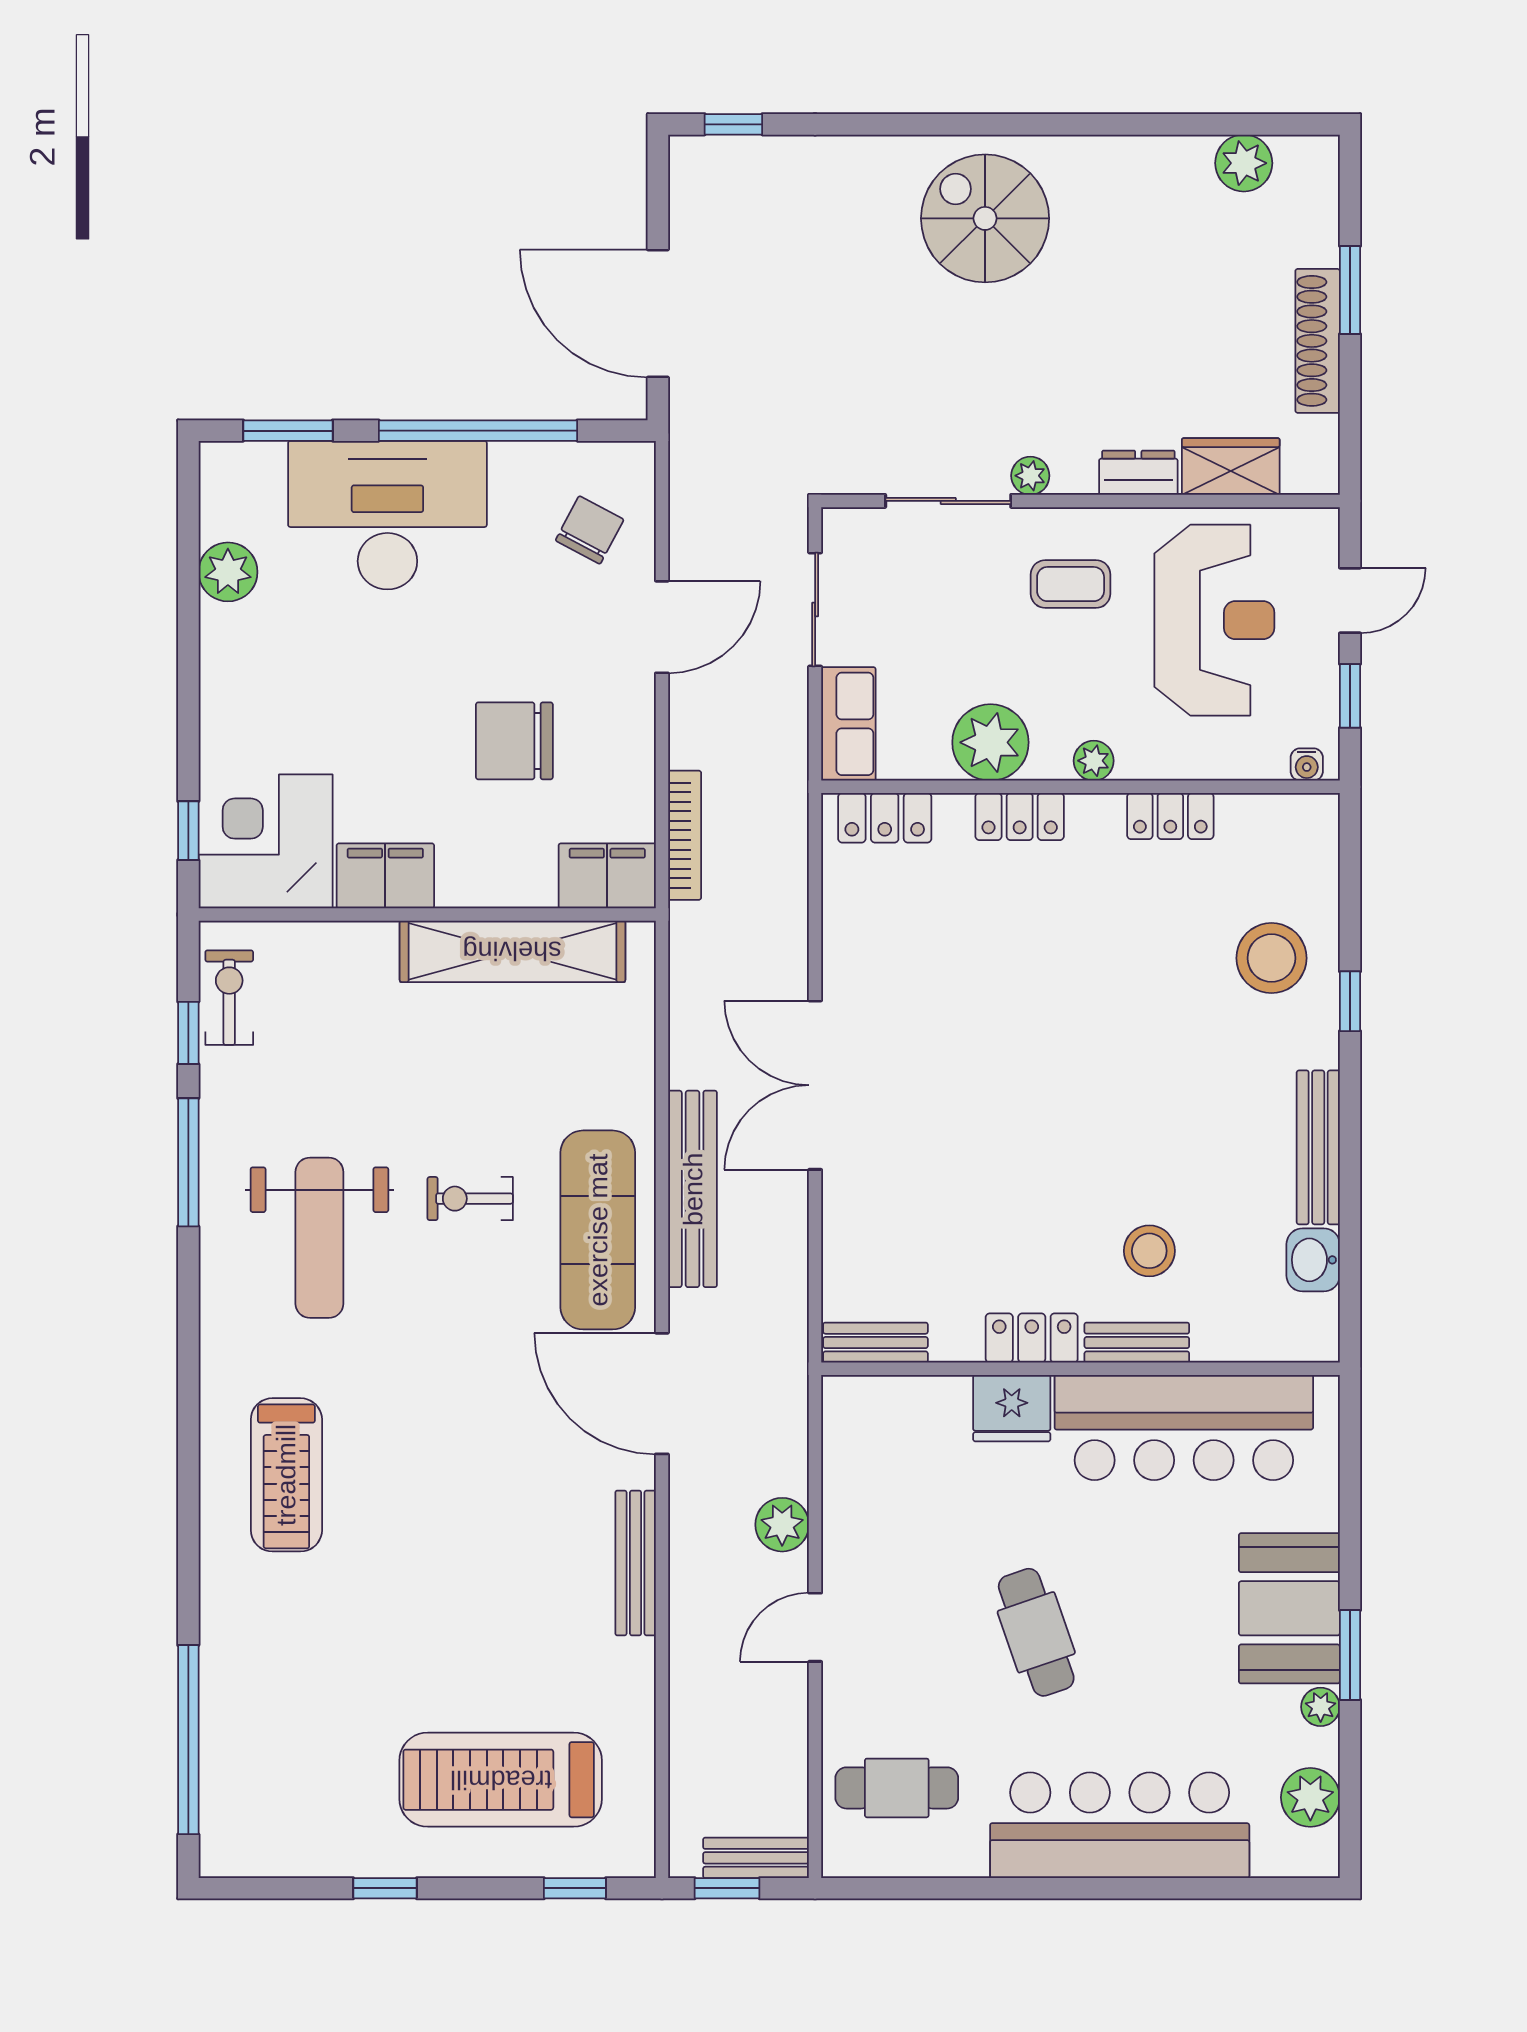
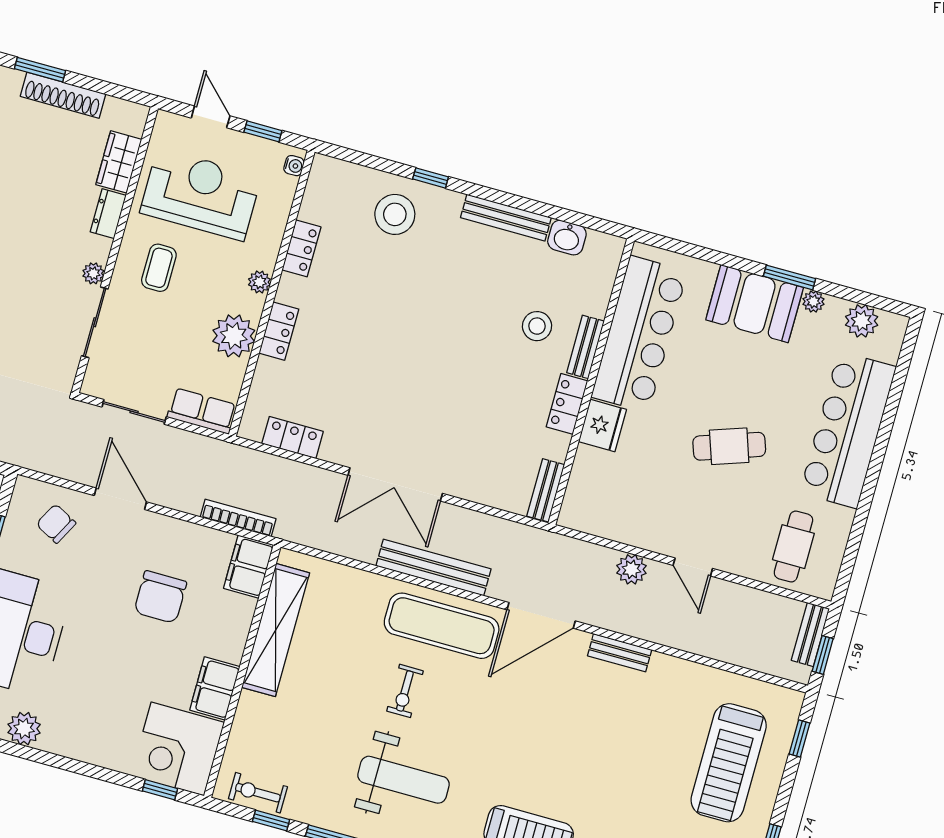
locker: (885, 818) -> (293, 438), moved, turned -90
bench: (636, 1563) -> (620, 653), width x0.73

